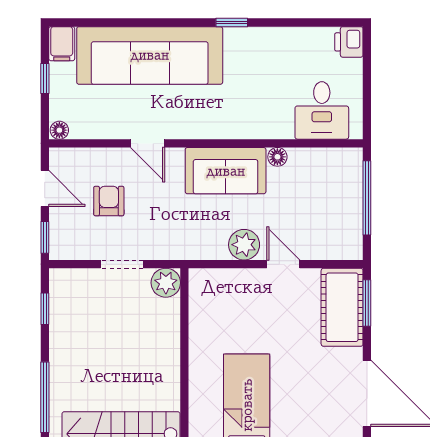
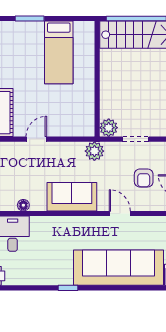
floor lamp: (277, 157) -> (23, 205), moved
plant: (244, 245) -> (94, 151), moved
door: (283, 264) -> (36, 139), swing flipped

